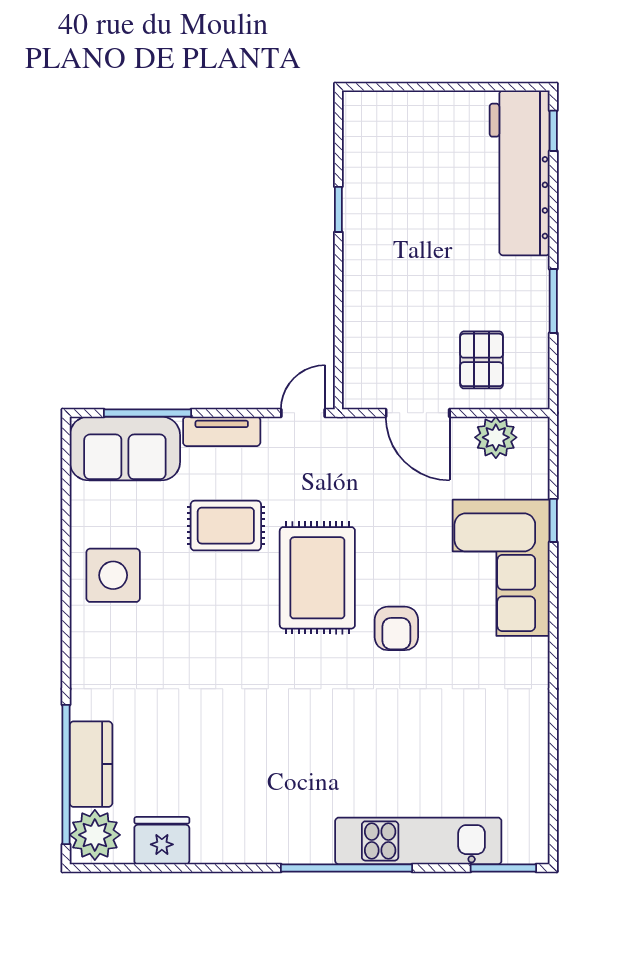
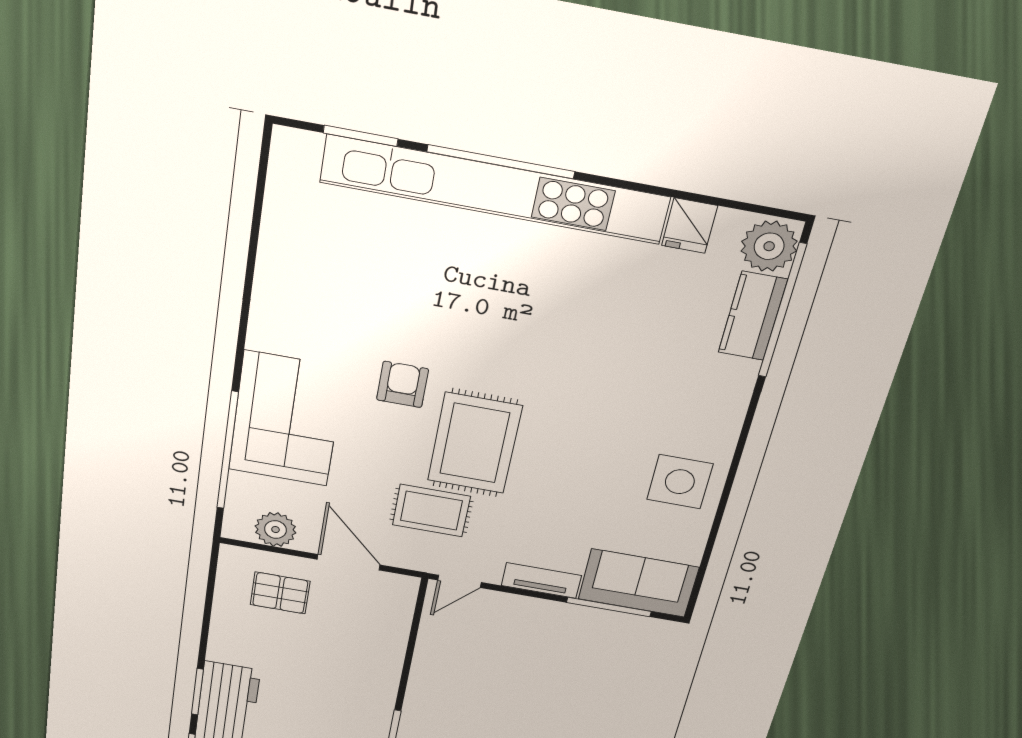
window: (553, 301) -> (197, 692), moved
pallet: (482, 360) -> (280, 593), turned 90
window: (553, 520) -> (228, 451), width x3.17
rug: (226, 526) -> (431, 511), moved
fridge: (162, 841) -> (690, 226), width x0.72
kitchen unit: (418, 841) -> (495, 190), width x1.86
window: (503, 868) -> (361, 136), moved

